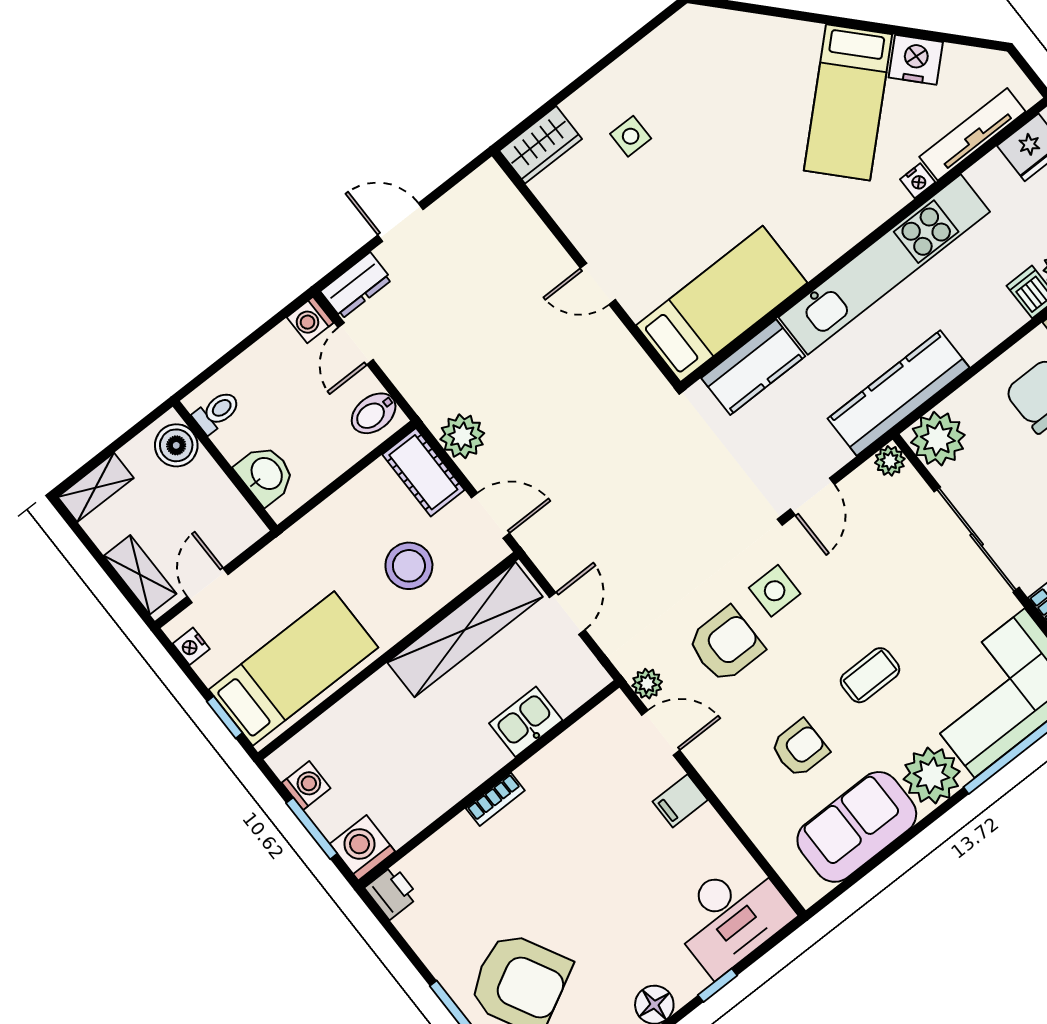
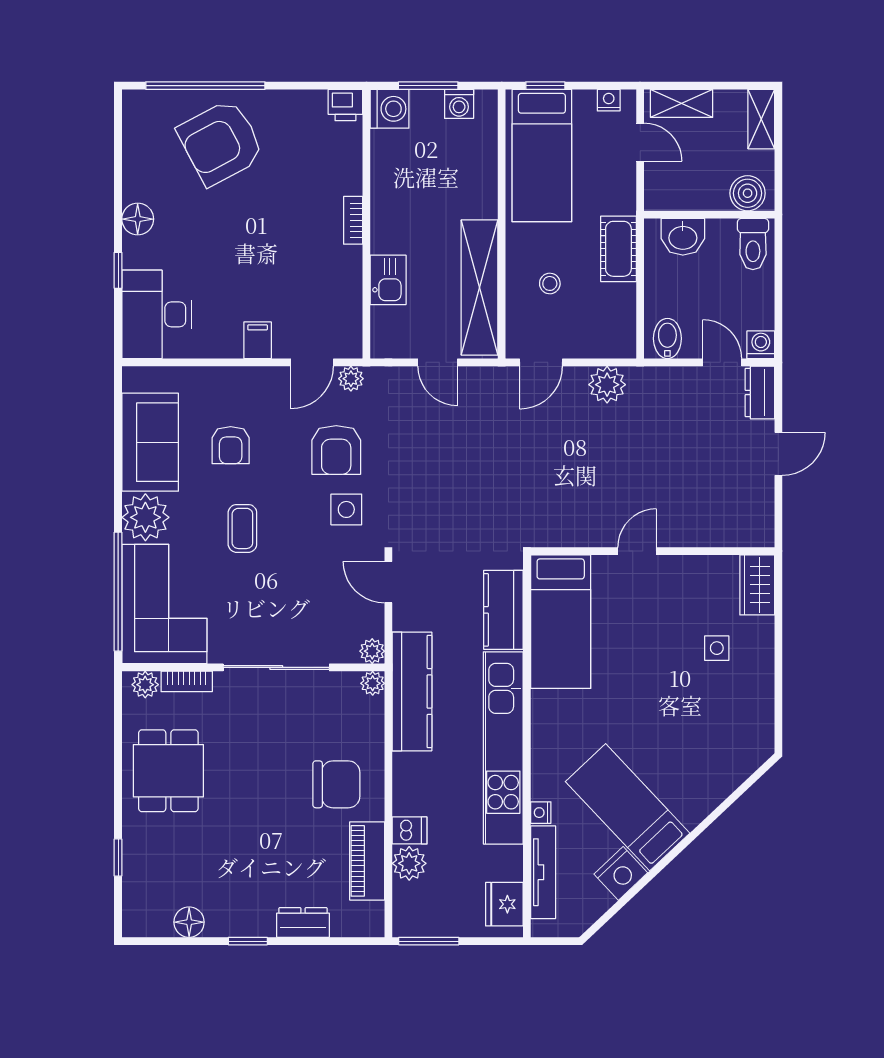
toilet: (217, 412) -> (753, 244), width x1.37, depth x1.39
plant: (938, 439) -> (373, 683), width x0.53, depth x0.53
cot: (423, 472) -> (618, 249), moved, turned 90
stool: (409, 566) -> (550, 283), width x0.53, depth x0.53

